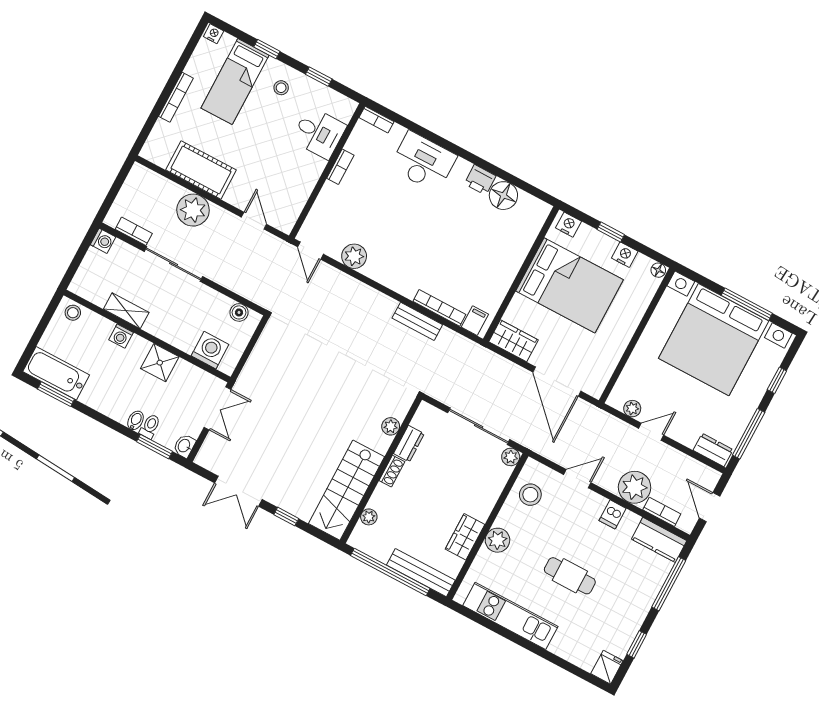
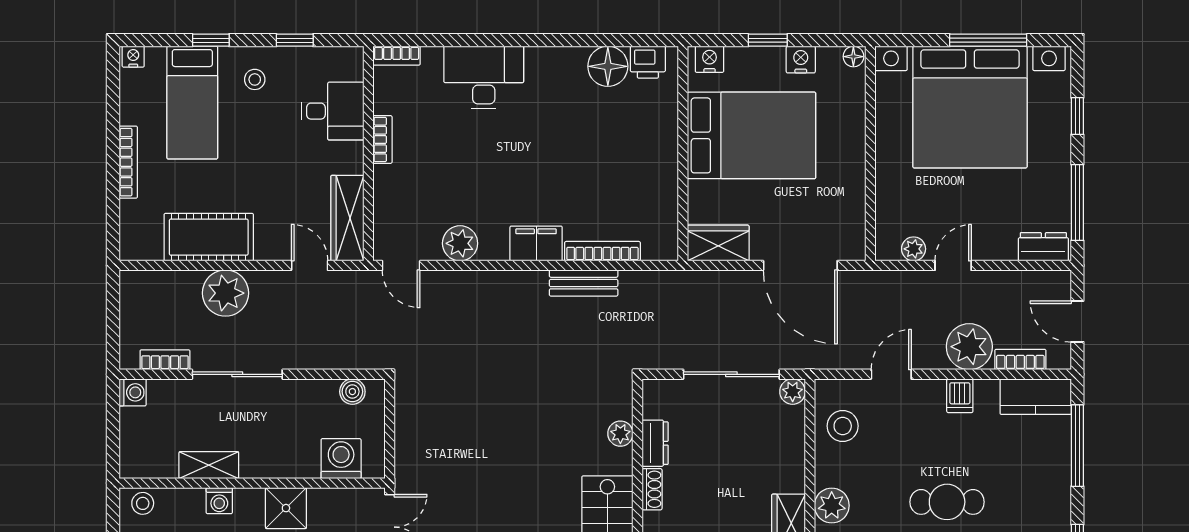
printer: (480, 180) -> (648, 62), moved
wardrobe: (293, 204) -> (347, 218), added
filing cabinet: (475, 321) -> (536, 243), moved, width x2.00

